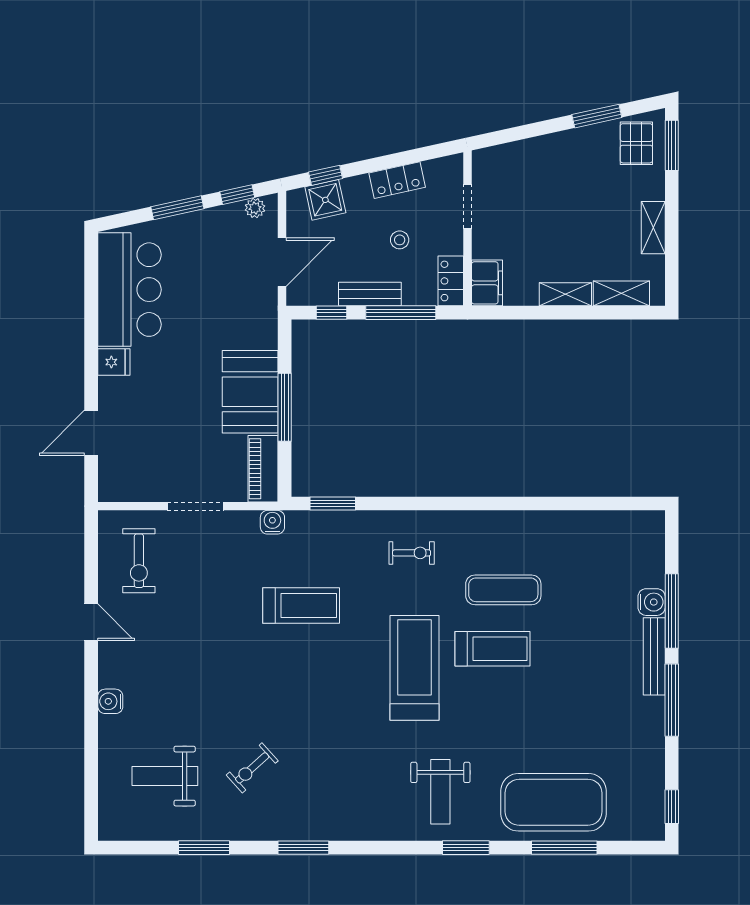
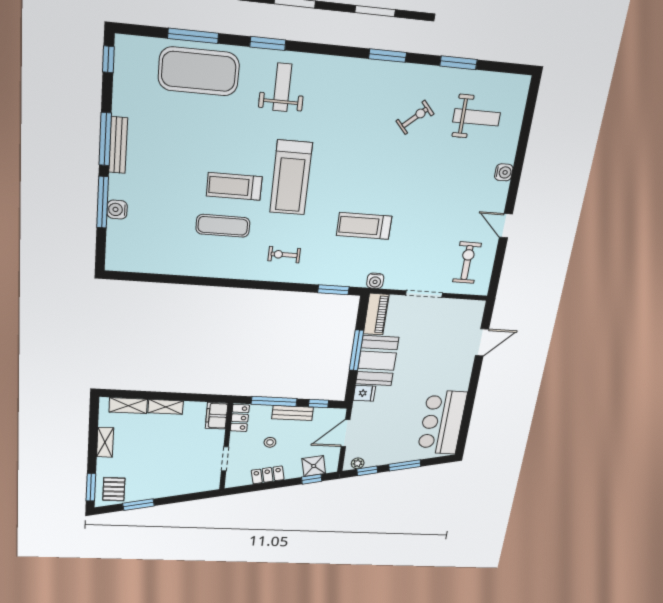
fridge: (114, 362) -> (364, 393), moved, turned 180
bench: (654, 656) -> (118, 145), moved

